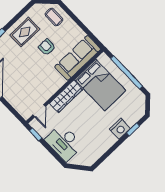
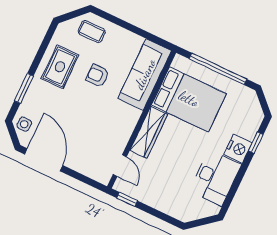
desk: (64, 142) -> (215, 178), moved, turned -90

